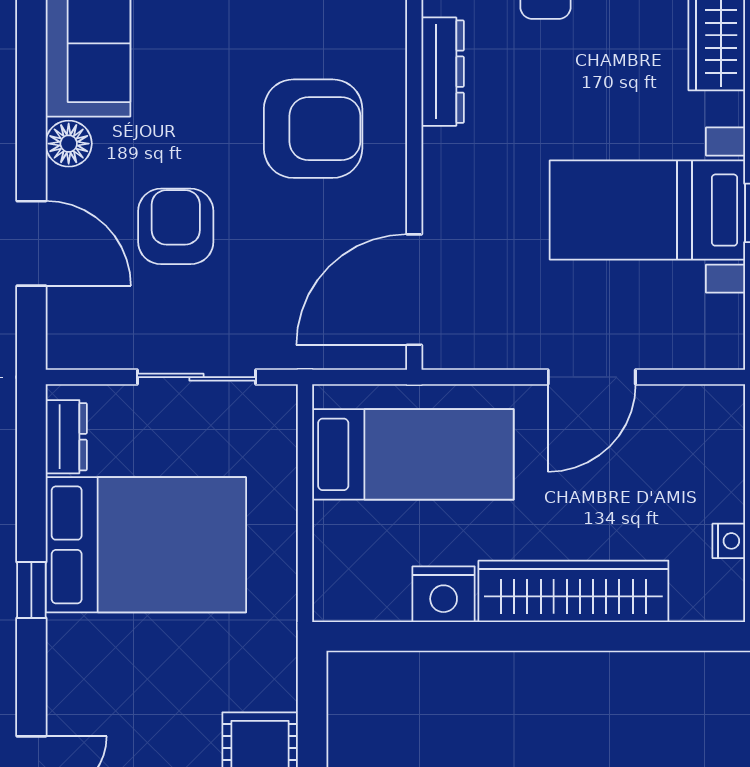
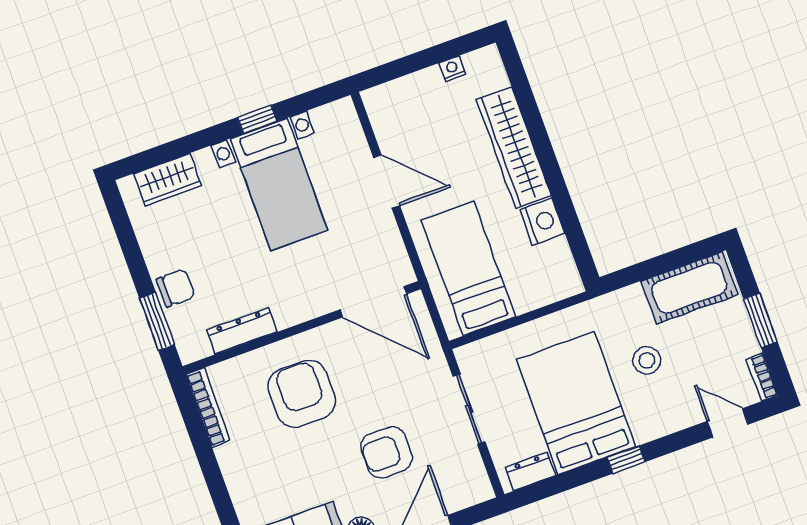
stool: (172, 677) -> (647, 360), added

